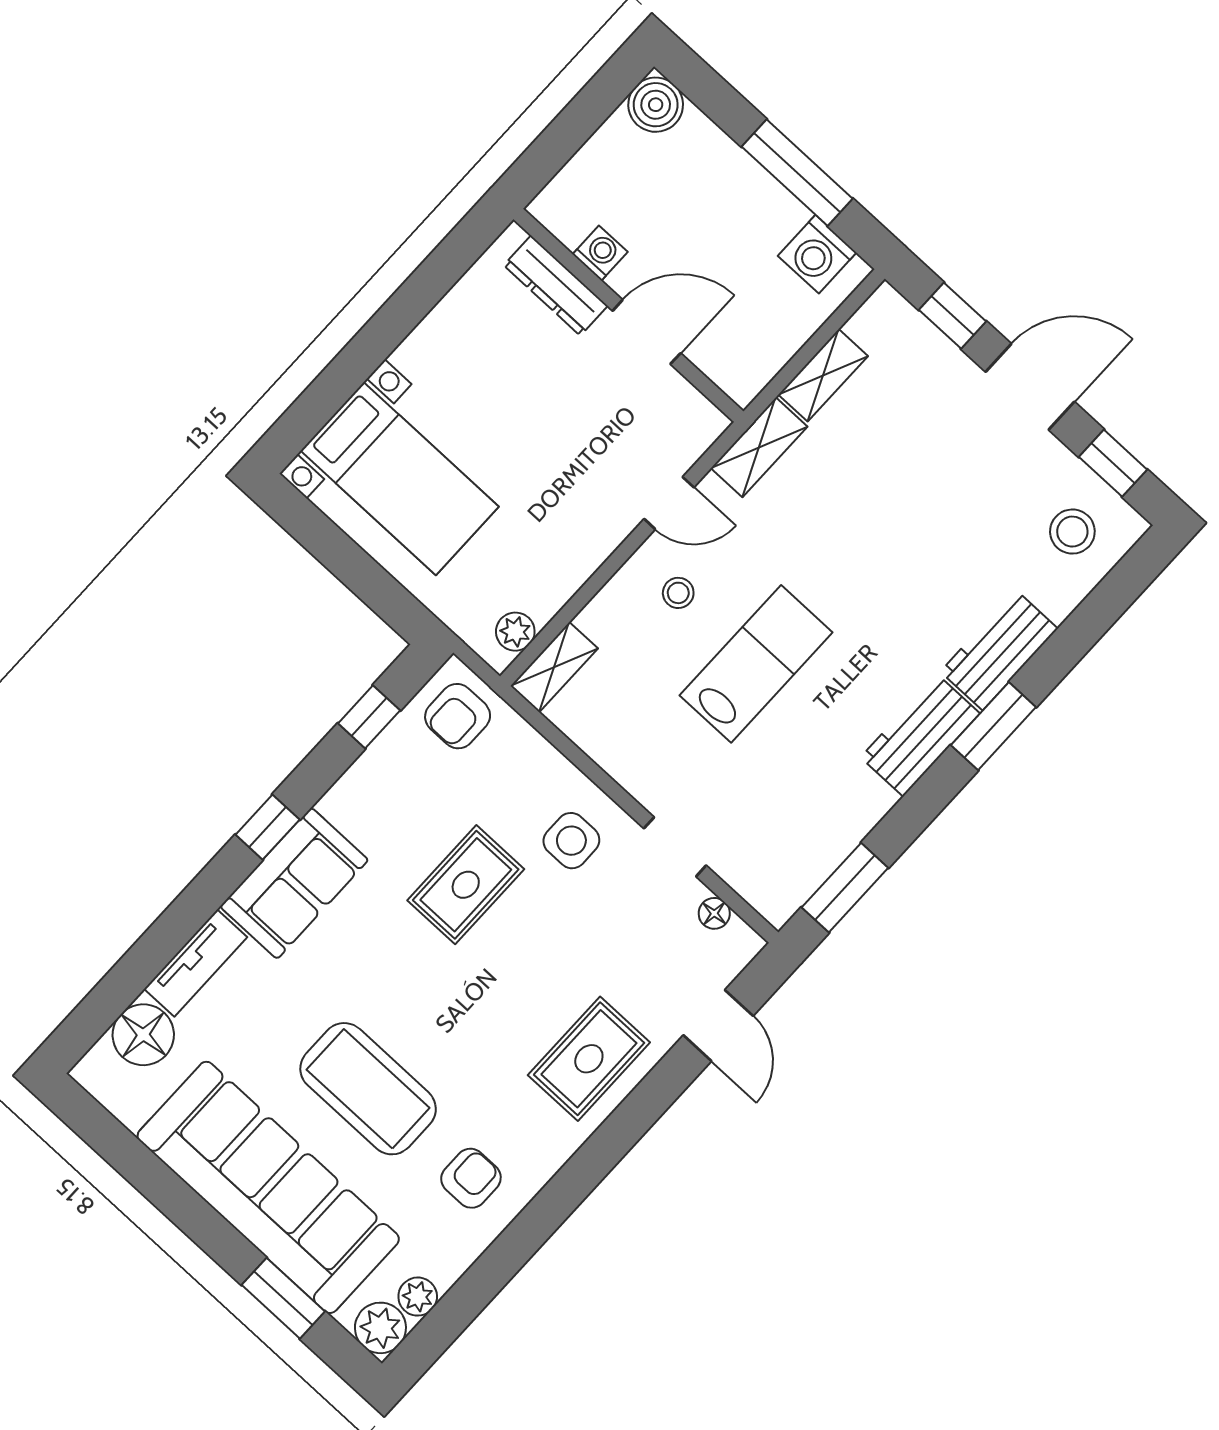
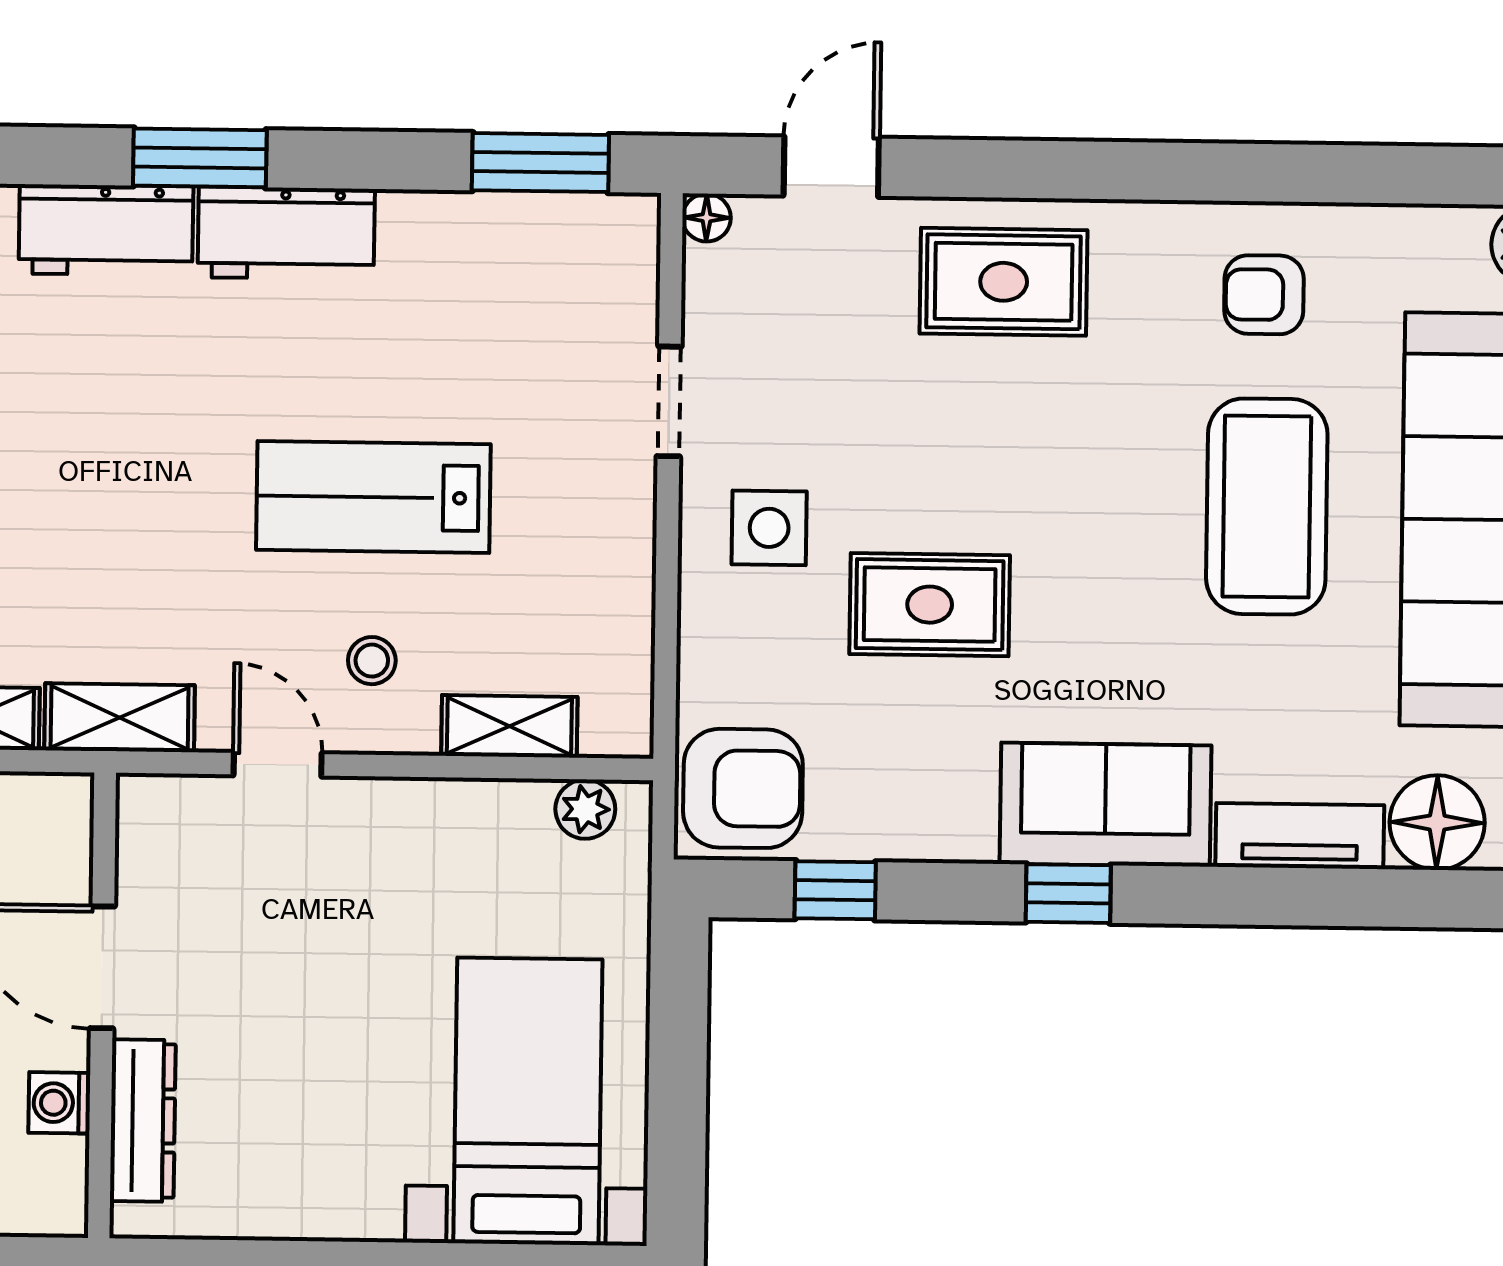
shelving: (554, 667) -> (509, 726), moved
armchair: (458, 716) -> (743, 788), width x1.38, depth x1.38
floor lamp: (714, 913) -> (707, 218), moved
plant: (418, 1297) -> (1456, 234), removed

